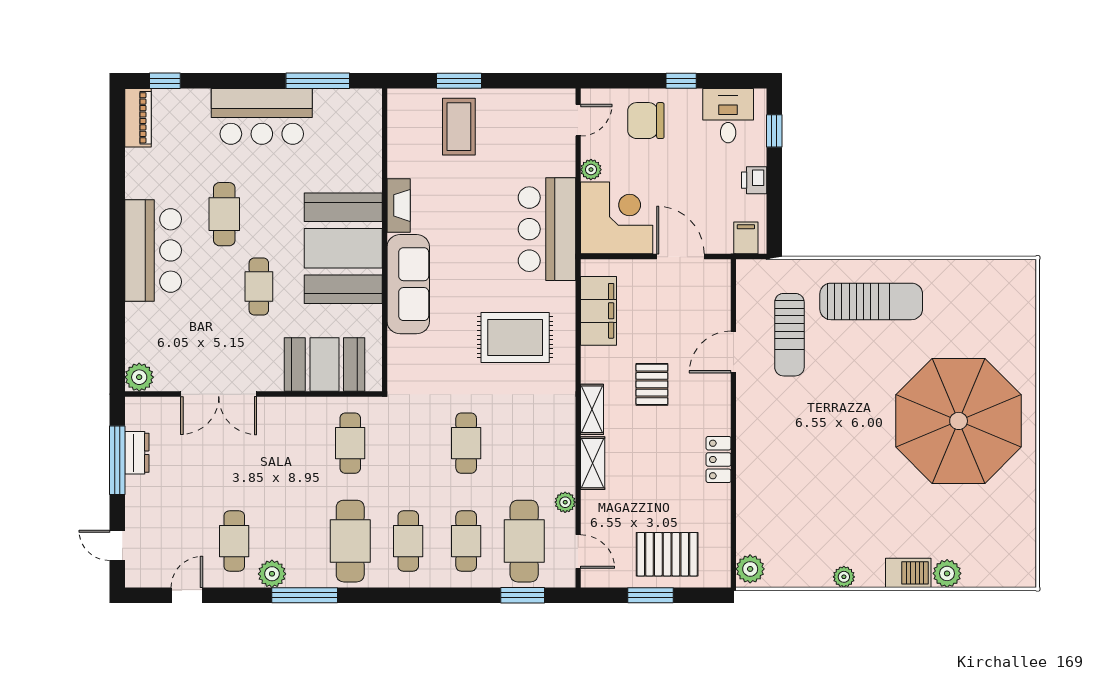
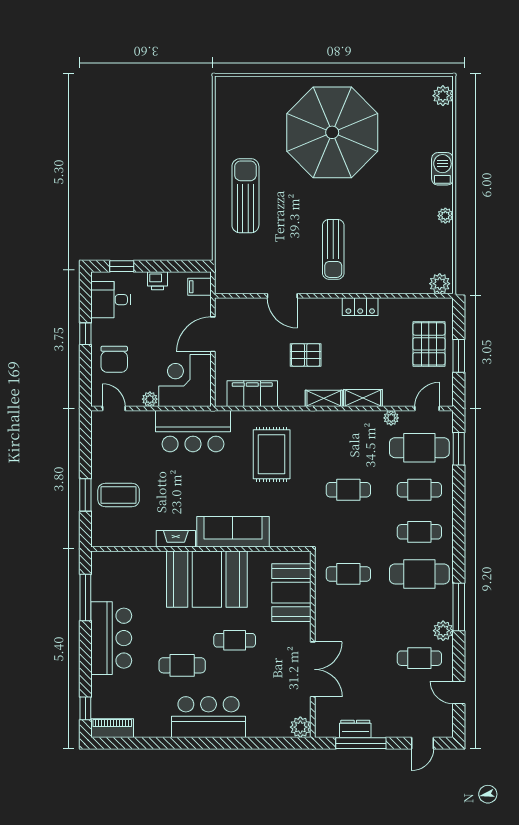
sun lounger: (789, 335) -> (333, 249), moved, turned 90
plant: (947, 573) -> (443, 96), moved

